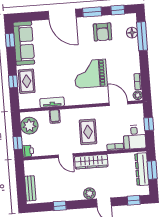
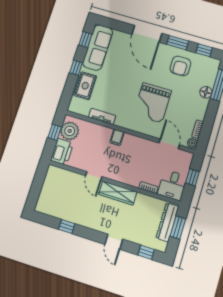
floor lamp: (132, 33) -> (206, 92), moved
grand piano: (91, 74) -> (152, 103), turned -90
window: (13, 81) -> (76, 68), moved
filing cabinet: (55, 117) -> (117, 137), moved
rug: (88, 132) -> (126, 161), removed
window: (18, 143) -> (55, 132), moved
printer: (28, 151) -> (62, 152), width x1.87, depth x1.48
bench: (30, 188) -> (44, 196), removed
plant: (90, 193) -> (103, 226), removed

